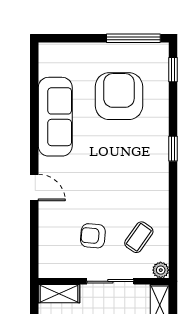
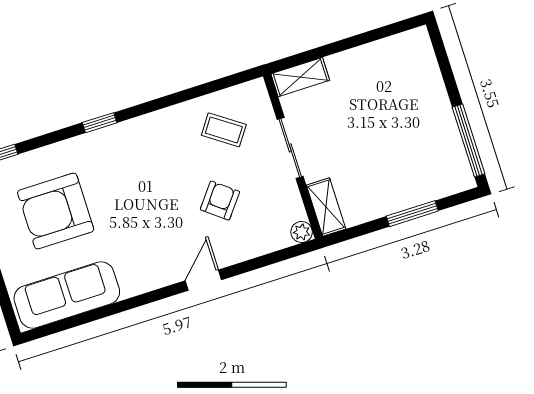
sofa: (55, 117) -> (67, 295), moved
armchair: (93, 236) -> (220, 201), moved, turned -147
plant: (161, 270) -> (302, 232), moved

